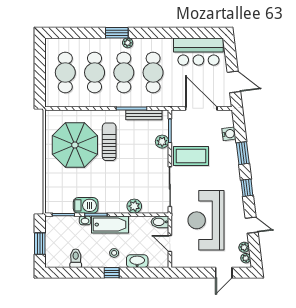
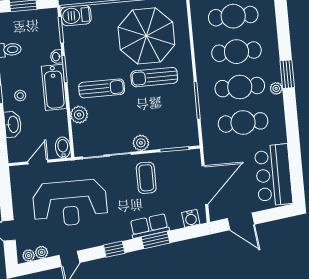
door: (234, 82) -> (241, 221), hinge flipped
bench: (144, 115) -> (191, 116), removed
water cooler: (229, 134) -> (191, 218), moved
sun lounger: (109, 142) -> (154, 77), turned 180
plant: (162, 142) -> (141, 143), moved
coffee table: (191, 156) -> (146, 178), width x0.73, depth x0.76
row of seats: (231, 157) -> (149, 226), added
sun lounger: (114, 186) -> (102, 88), added
barbecue: (86, 205) -> (76, 15), moved, turned 90
reception desk: (206, 220) -> (70, 203), turned 180

